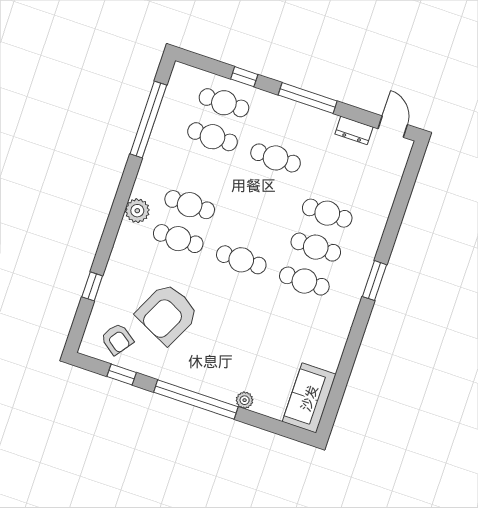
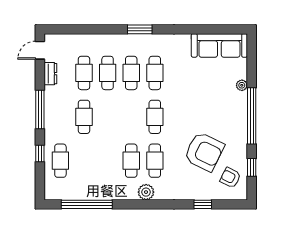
cafe table: (213, 137) -> (84, 73), moved
armchair: (117, 339) -> (230, 178), turned -99
sofa: (309, 398) -> (219, 45), width x1.36

